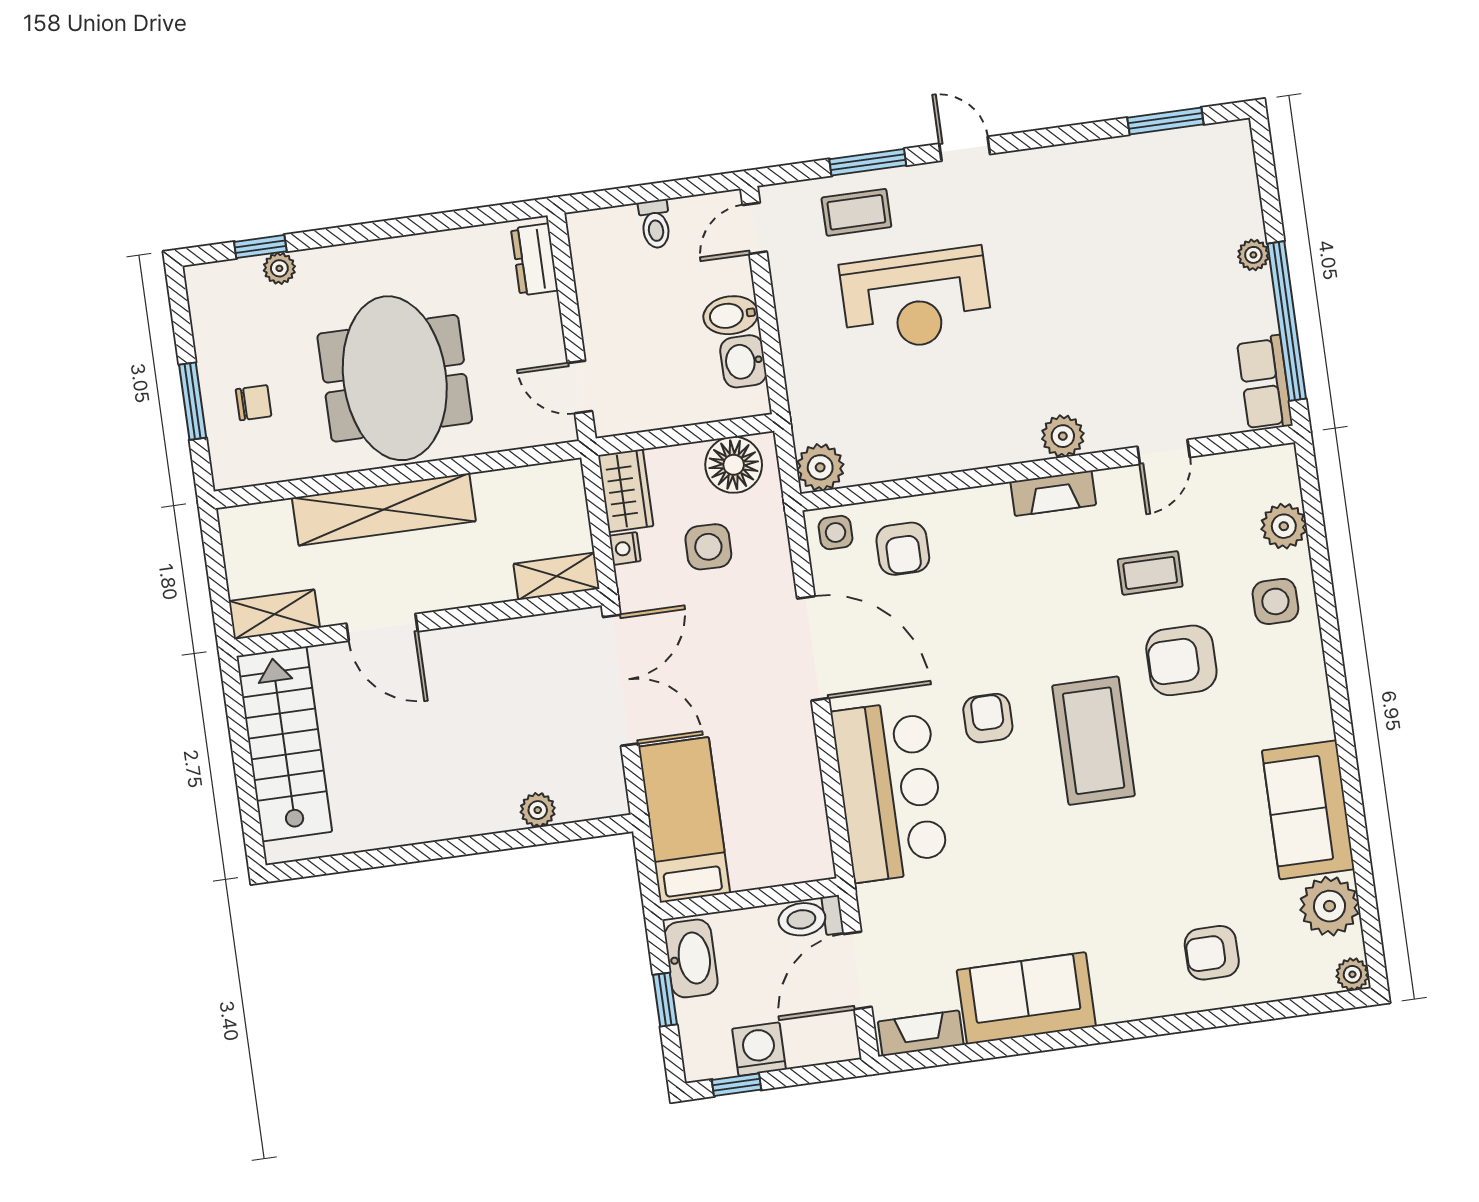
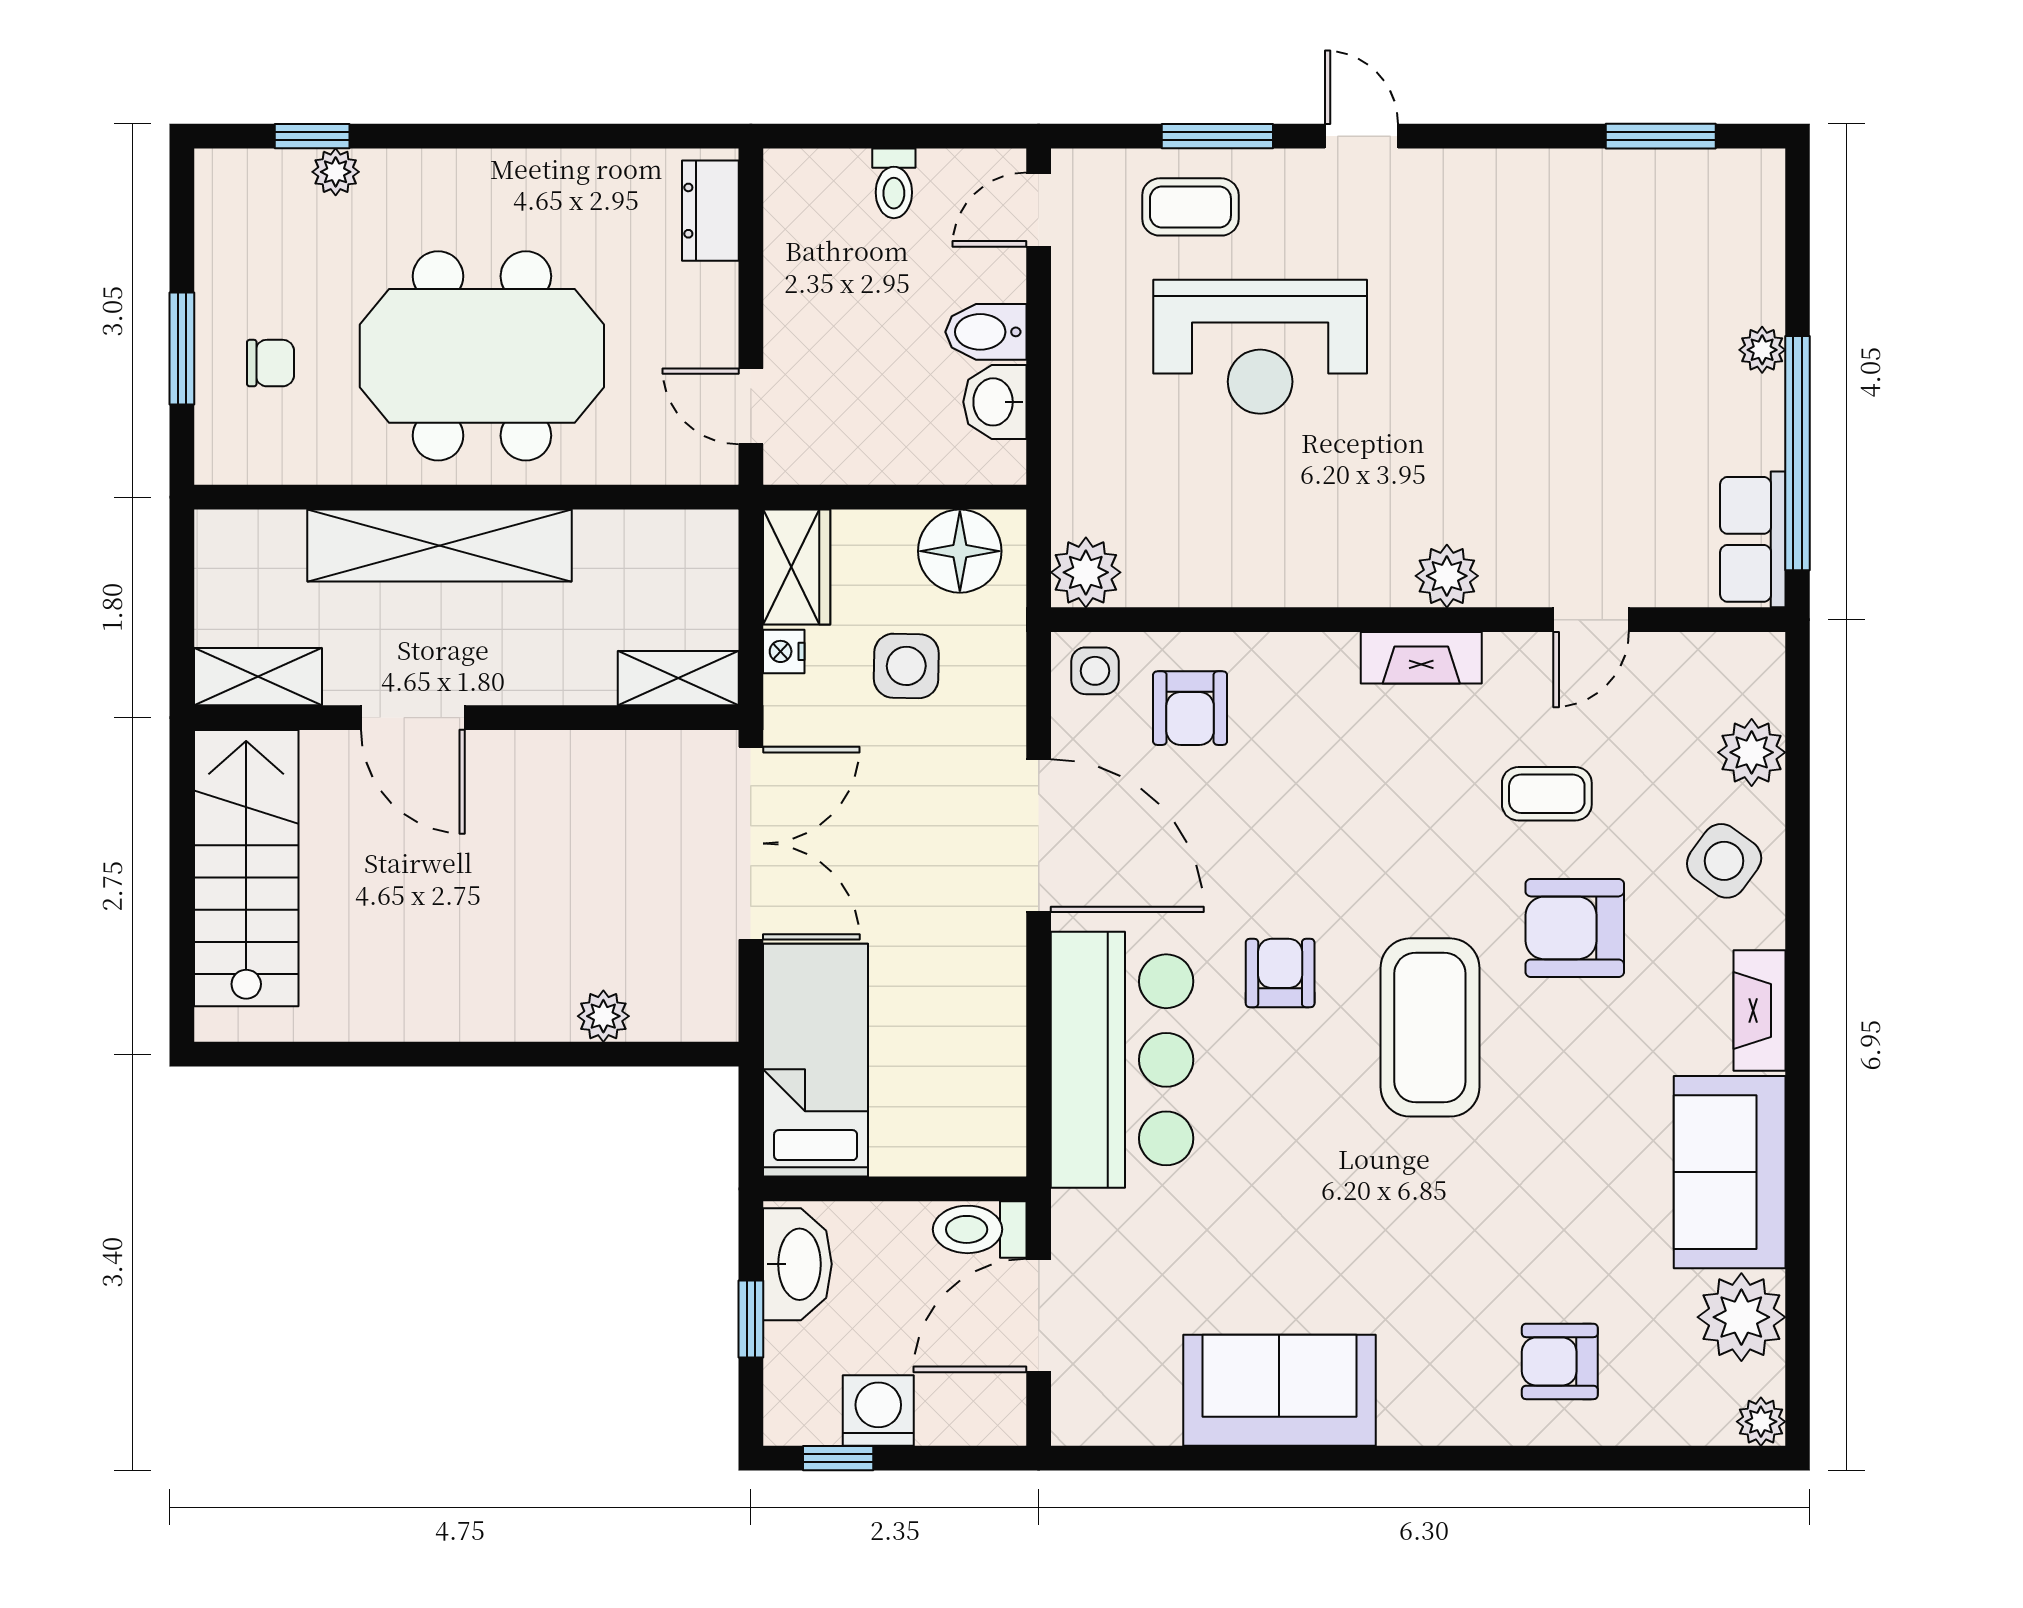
meeting table: (395, 378) -> (482, 356), turned 90
side table: (1275, 601) -> (1724, 861), turned 36
fireplace: (921, 1033) -> (1759, 1011), moved, turned -90

